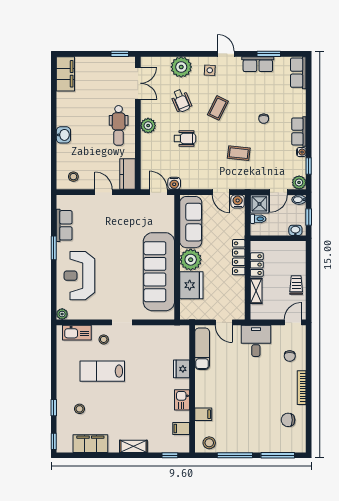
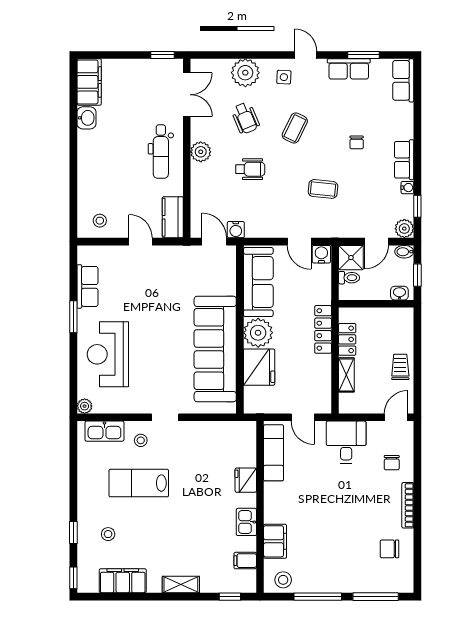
washbasin: (63, 135) -> (86, 118), moved
filing cabinet: (203, 414) -> (275, 541), width x2.00

